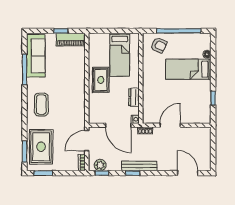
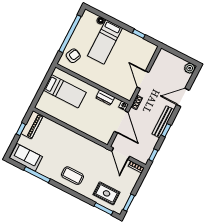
sofa: (36, 56) -> (26, 157), width x0.73
rug: (101, 80) -> (77, 117), removed
door: (118, 125) -> (121, 122), hinge flipped
rug: (41, 147) -> (107, 193), width x0.73, depth x0.70
plant: (100, 165) -> (190, 68), moved
door: (188, 173) -> (183, 97), moved

